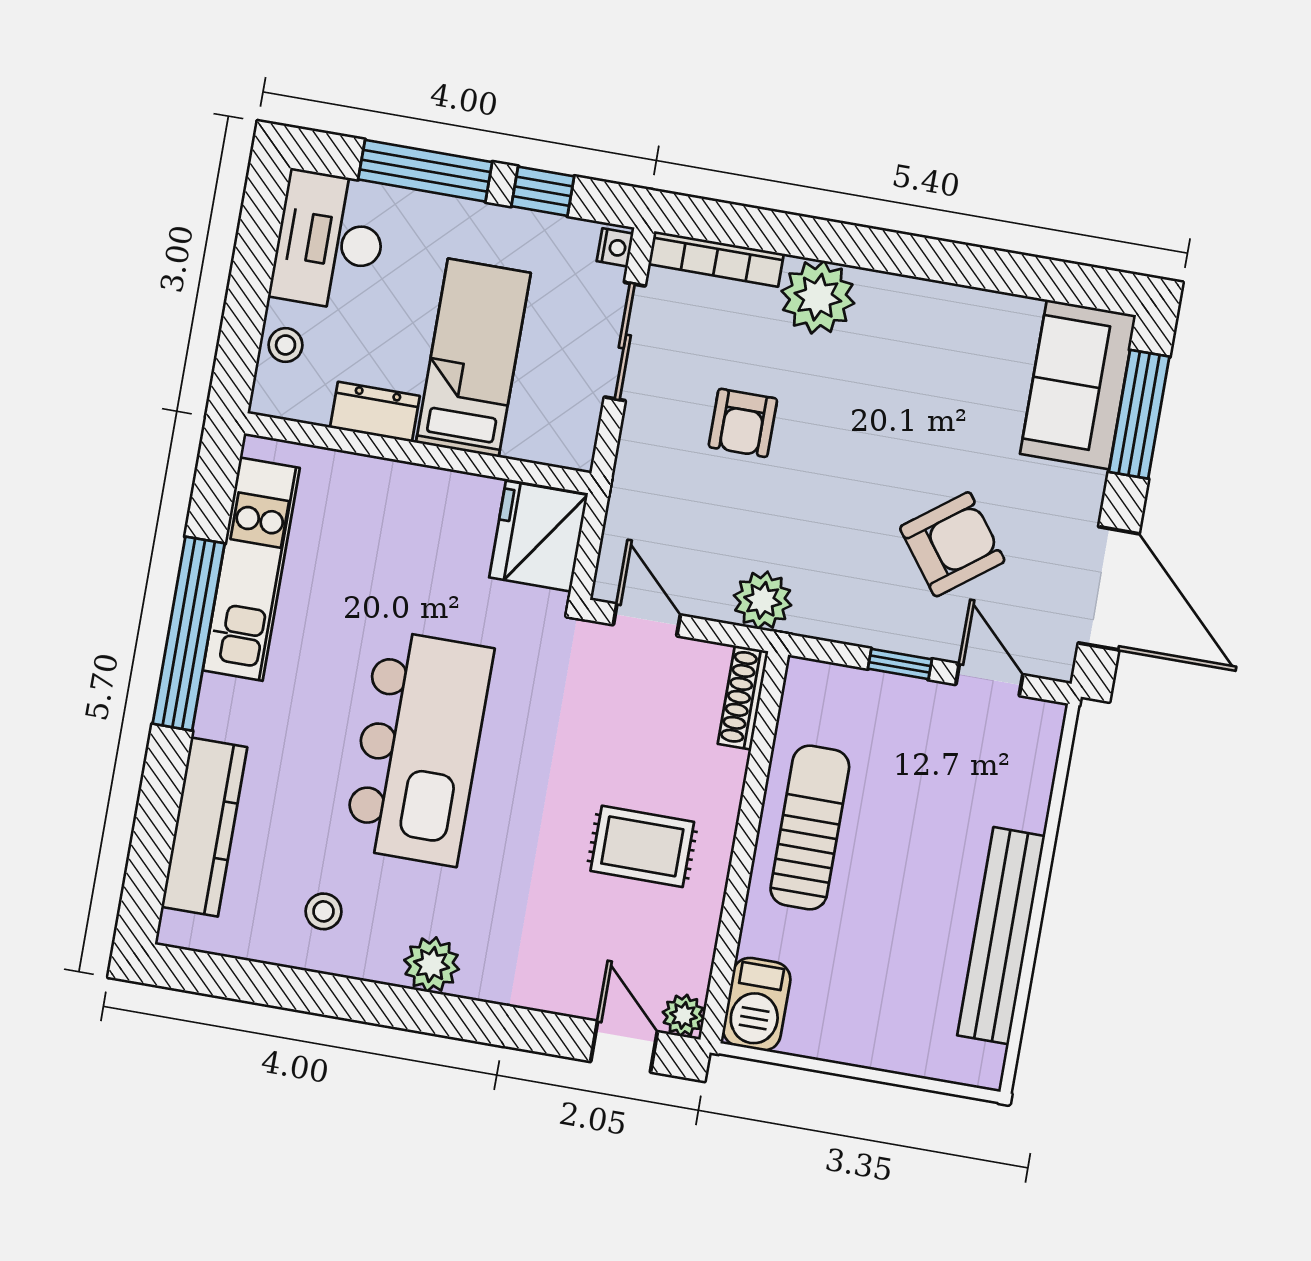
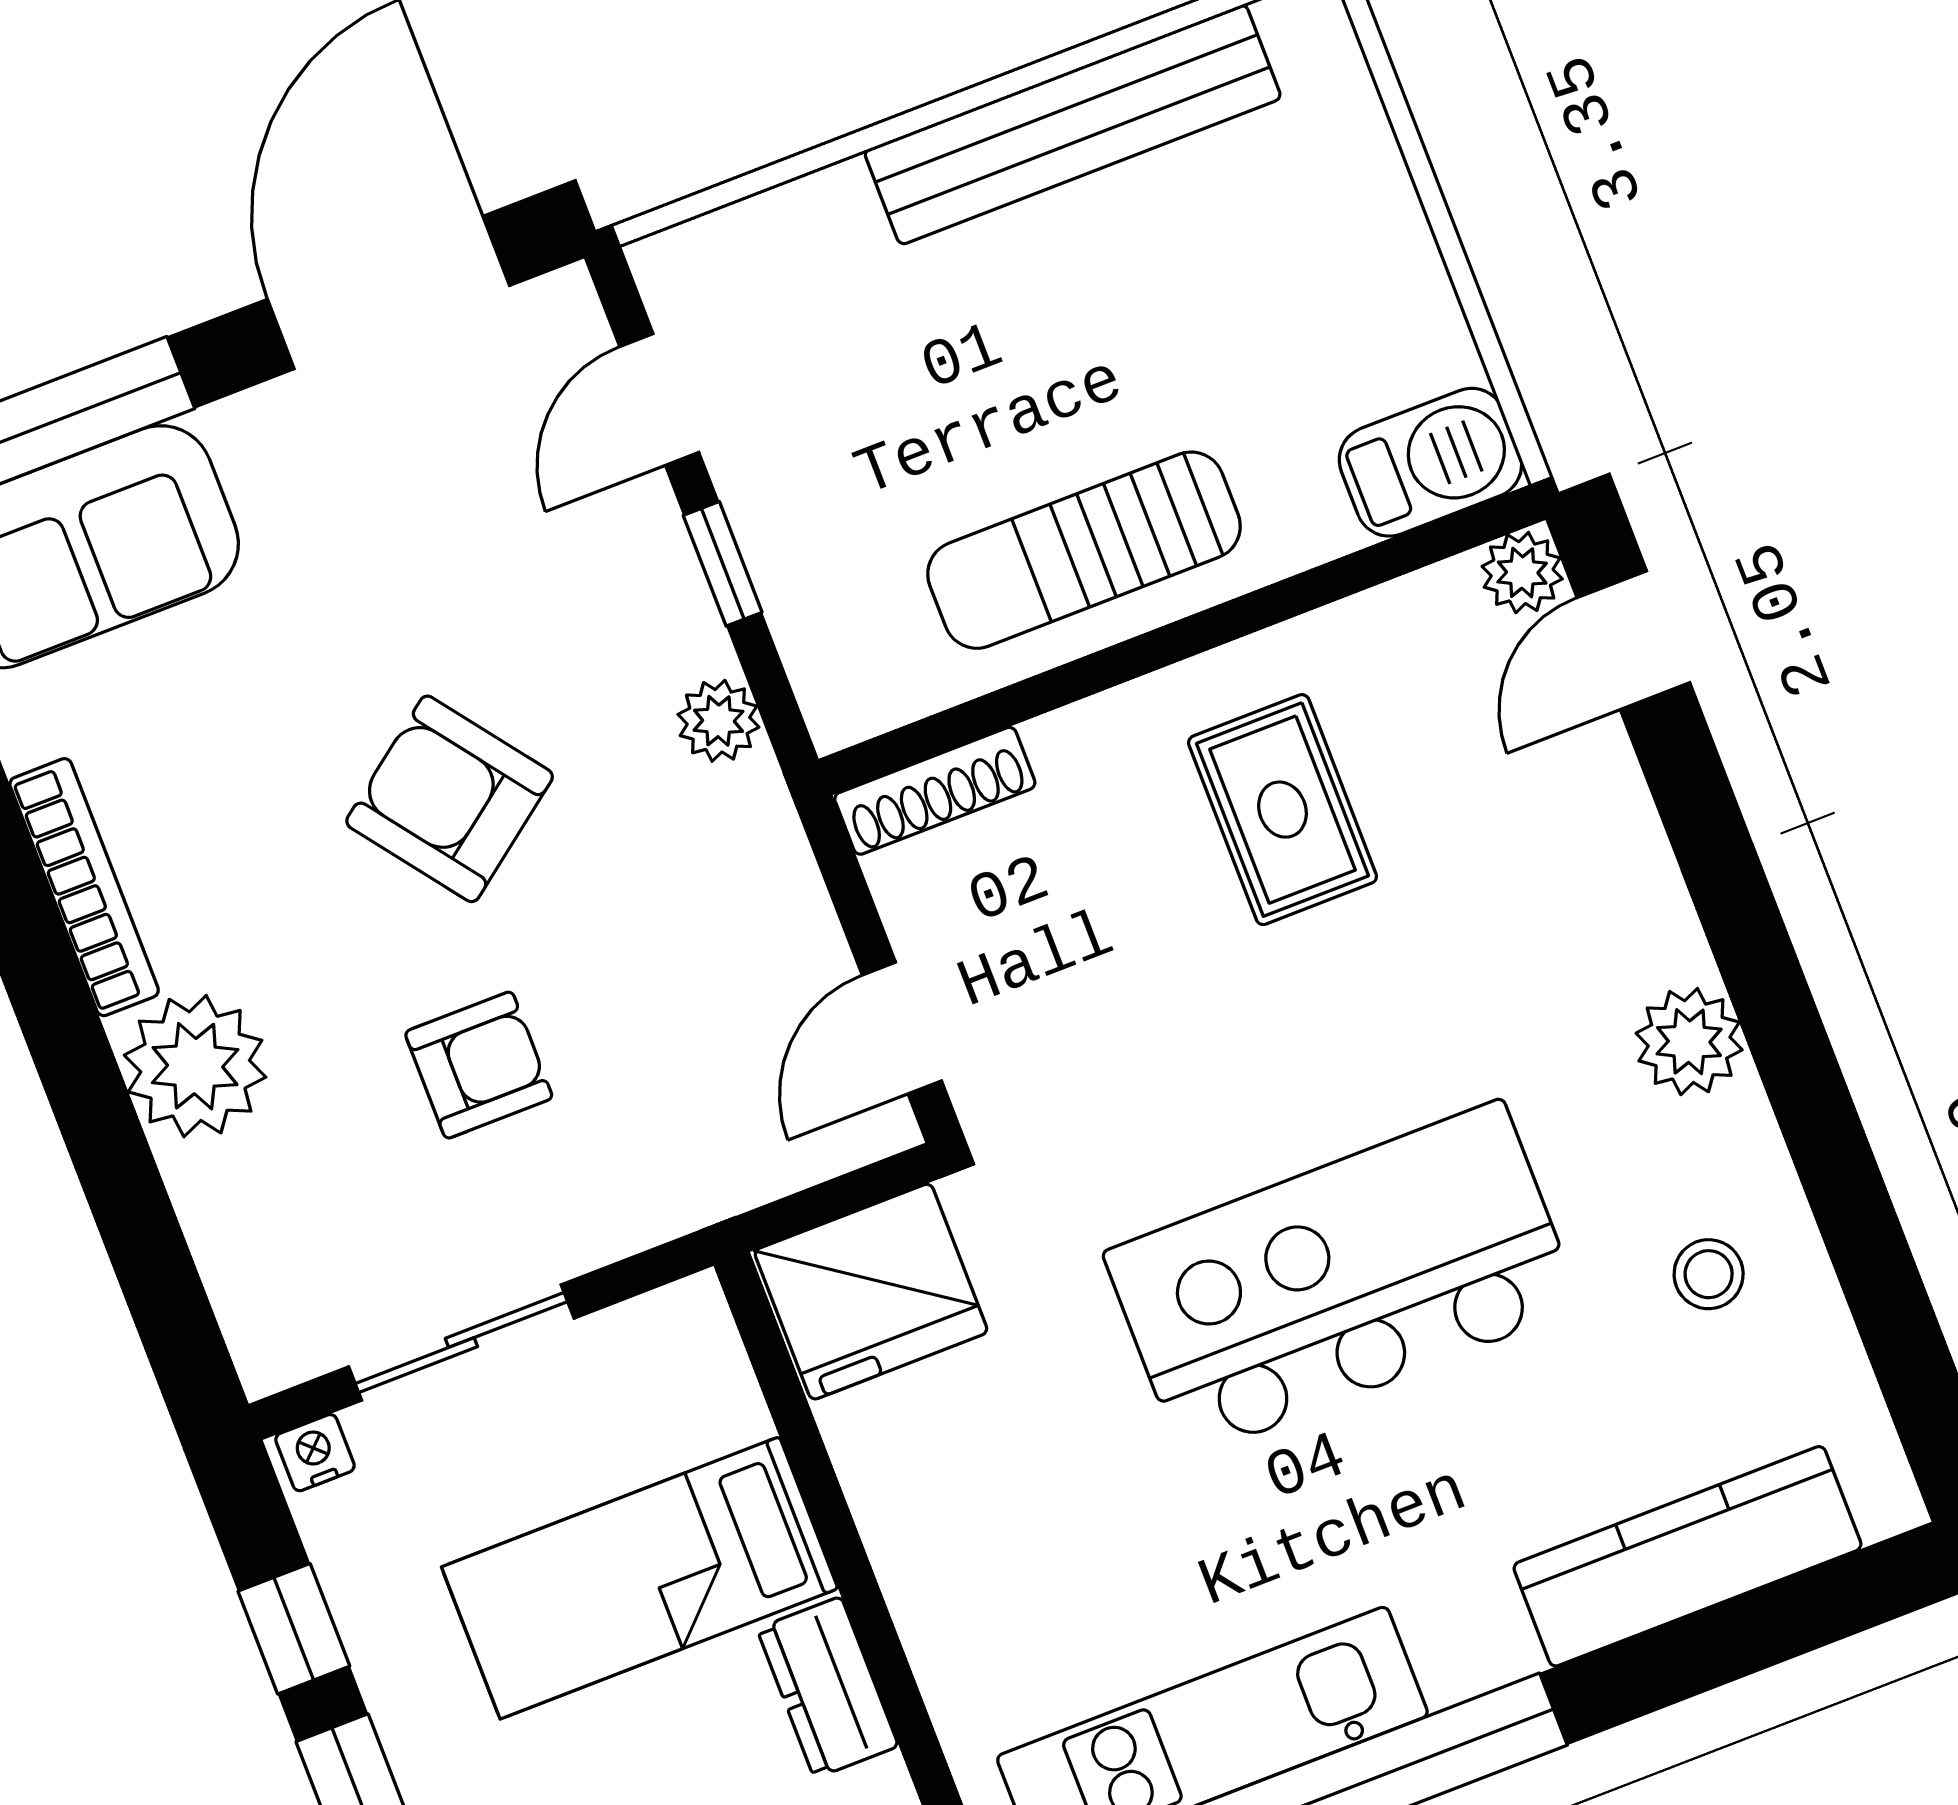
bookcase: (716, 259) -> (84, 887), moved
armchair: (952, 544) -> (450, 799), moved
plant: (763, 600) -> (718, 721), moved, width x0.73, depth x0.73

